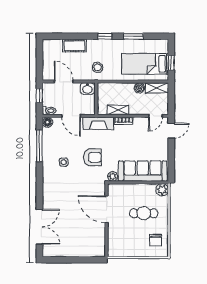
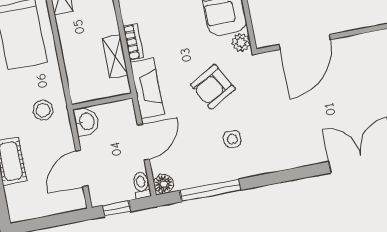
boiler: (139, 88) -> (66, 25), removed
armchair: (93, 157) -> (213, 87), turned -119

